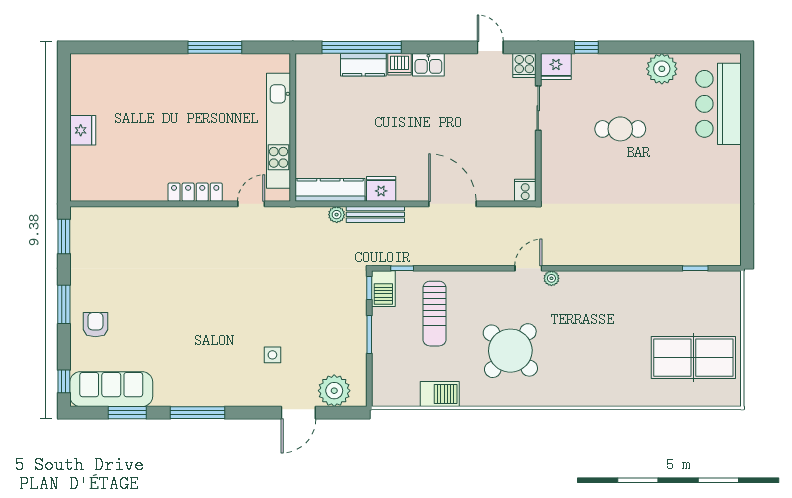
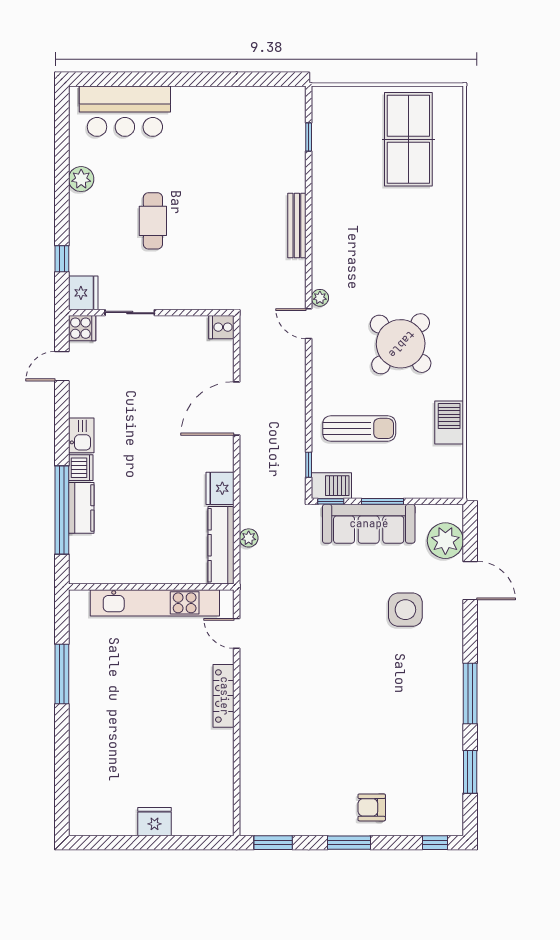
plant: (662, 69) -> (81, 179), width x0.73, depth x0.73
bench: (375, 214) -> (297, 225), moved
side table: (272, 355) -> (405, 610), width x1.87, depth x1.87
sofa: (111, 389) -> (369, 524), moved, turned -90

